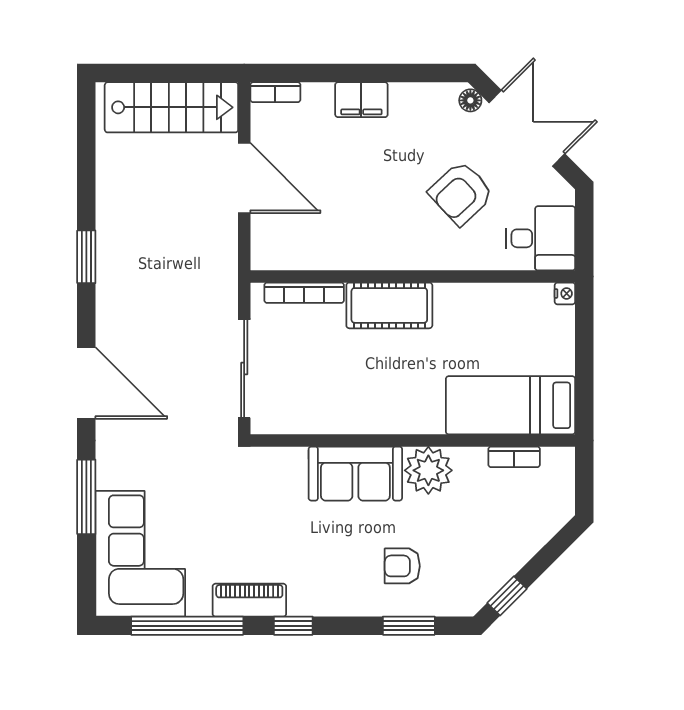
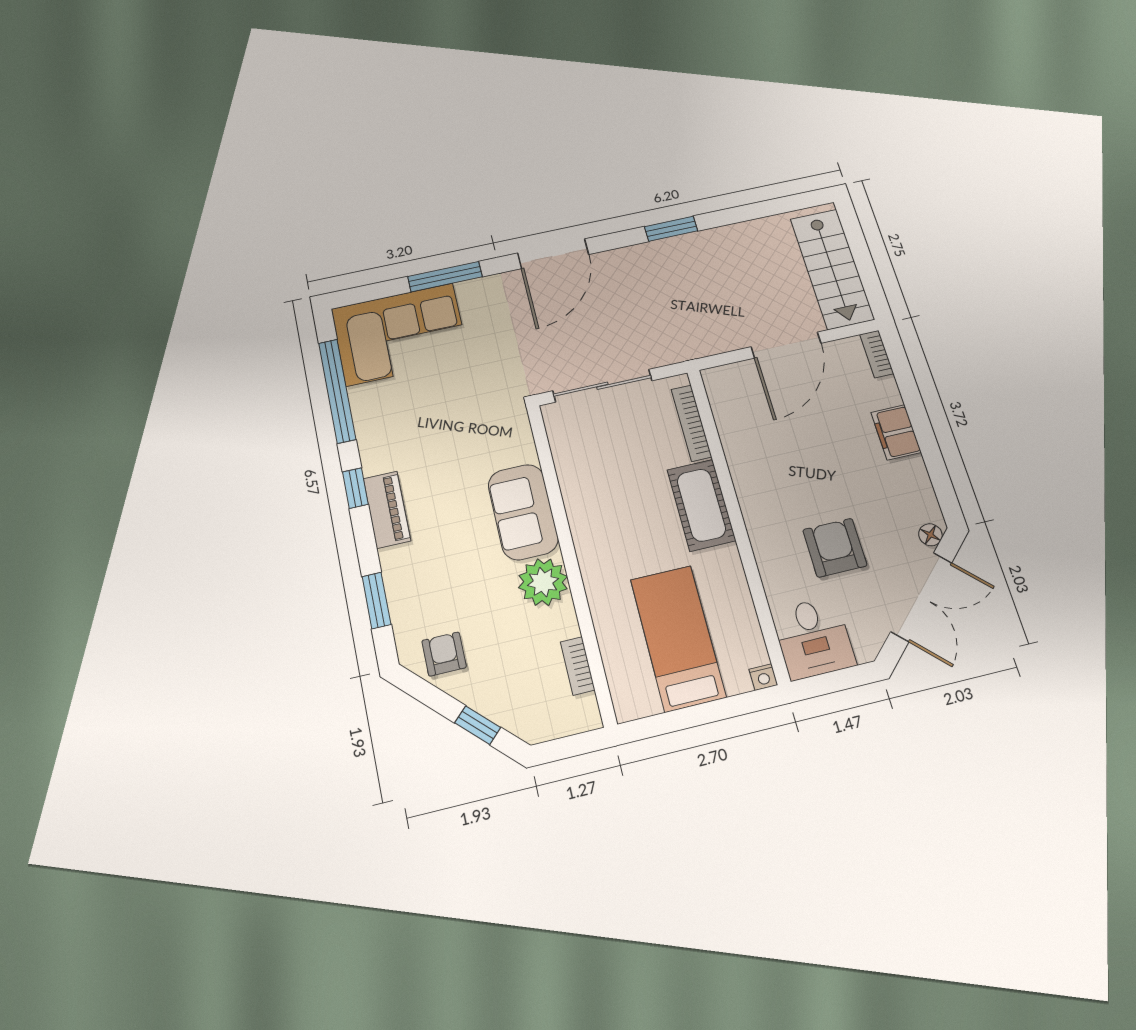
armchair: (461, 193) -> (835, 548), turned 43
bed: (511, 405) -> (678, 638), moved
armchair: (402, 566) -> (444, 654), moved
window: (507, 596) -> (478, 725), moved
piano: (249, 600) -> (387, 510), moved

